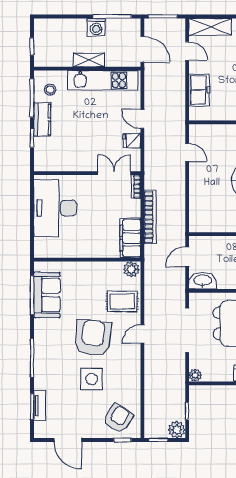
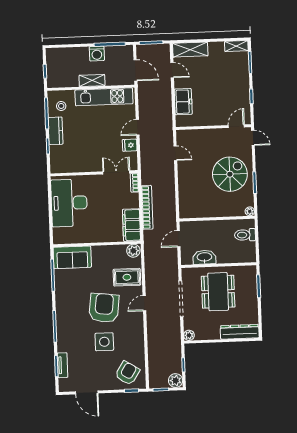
door: (142, 119) -> (138, 127), hinge flipped
washbasin: (203, 281) -> (204, 257), moved
sofa: (47, 295) -> (72, 257), moved, turned 90

